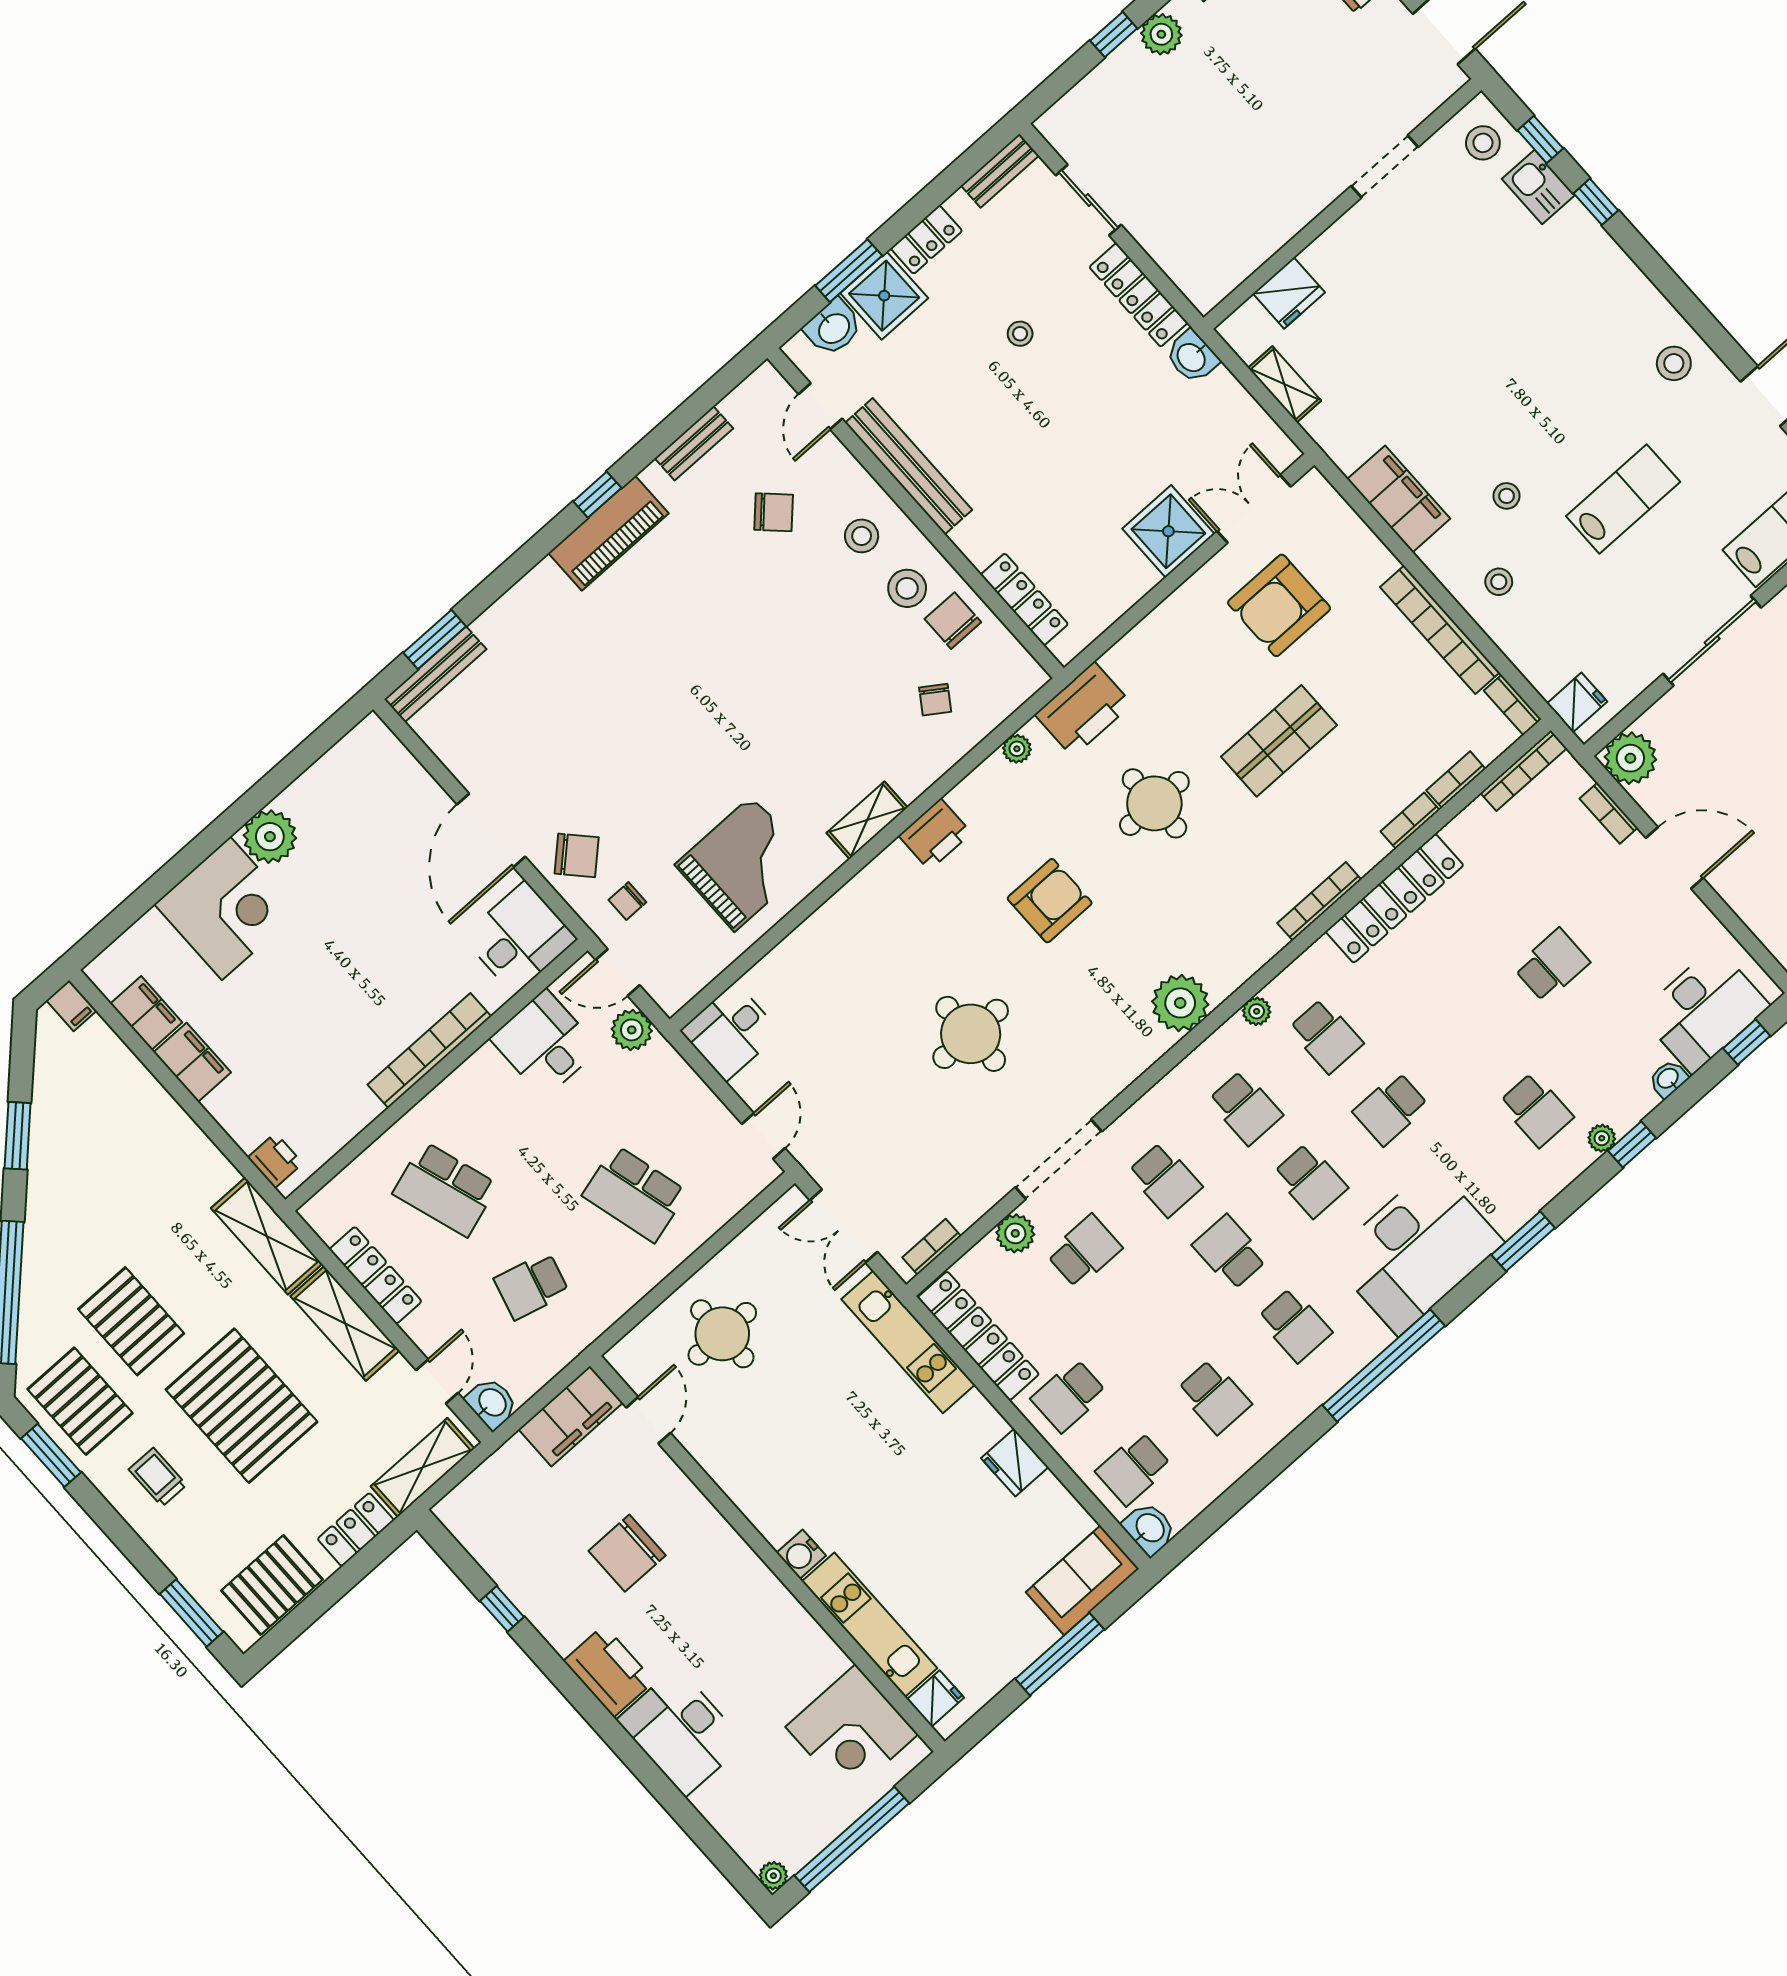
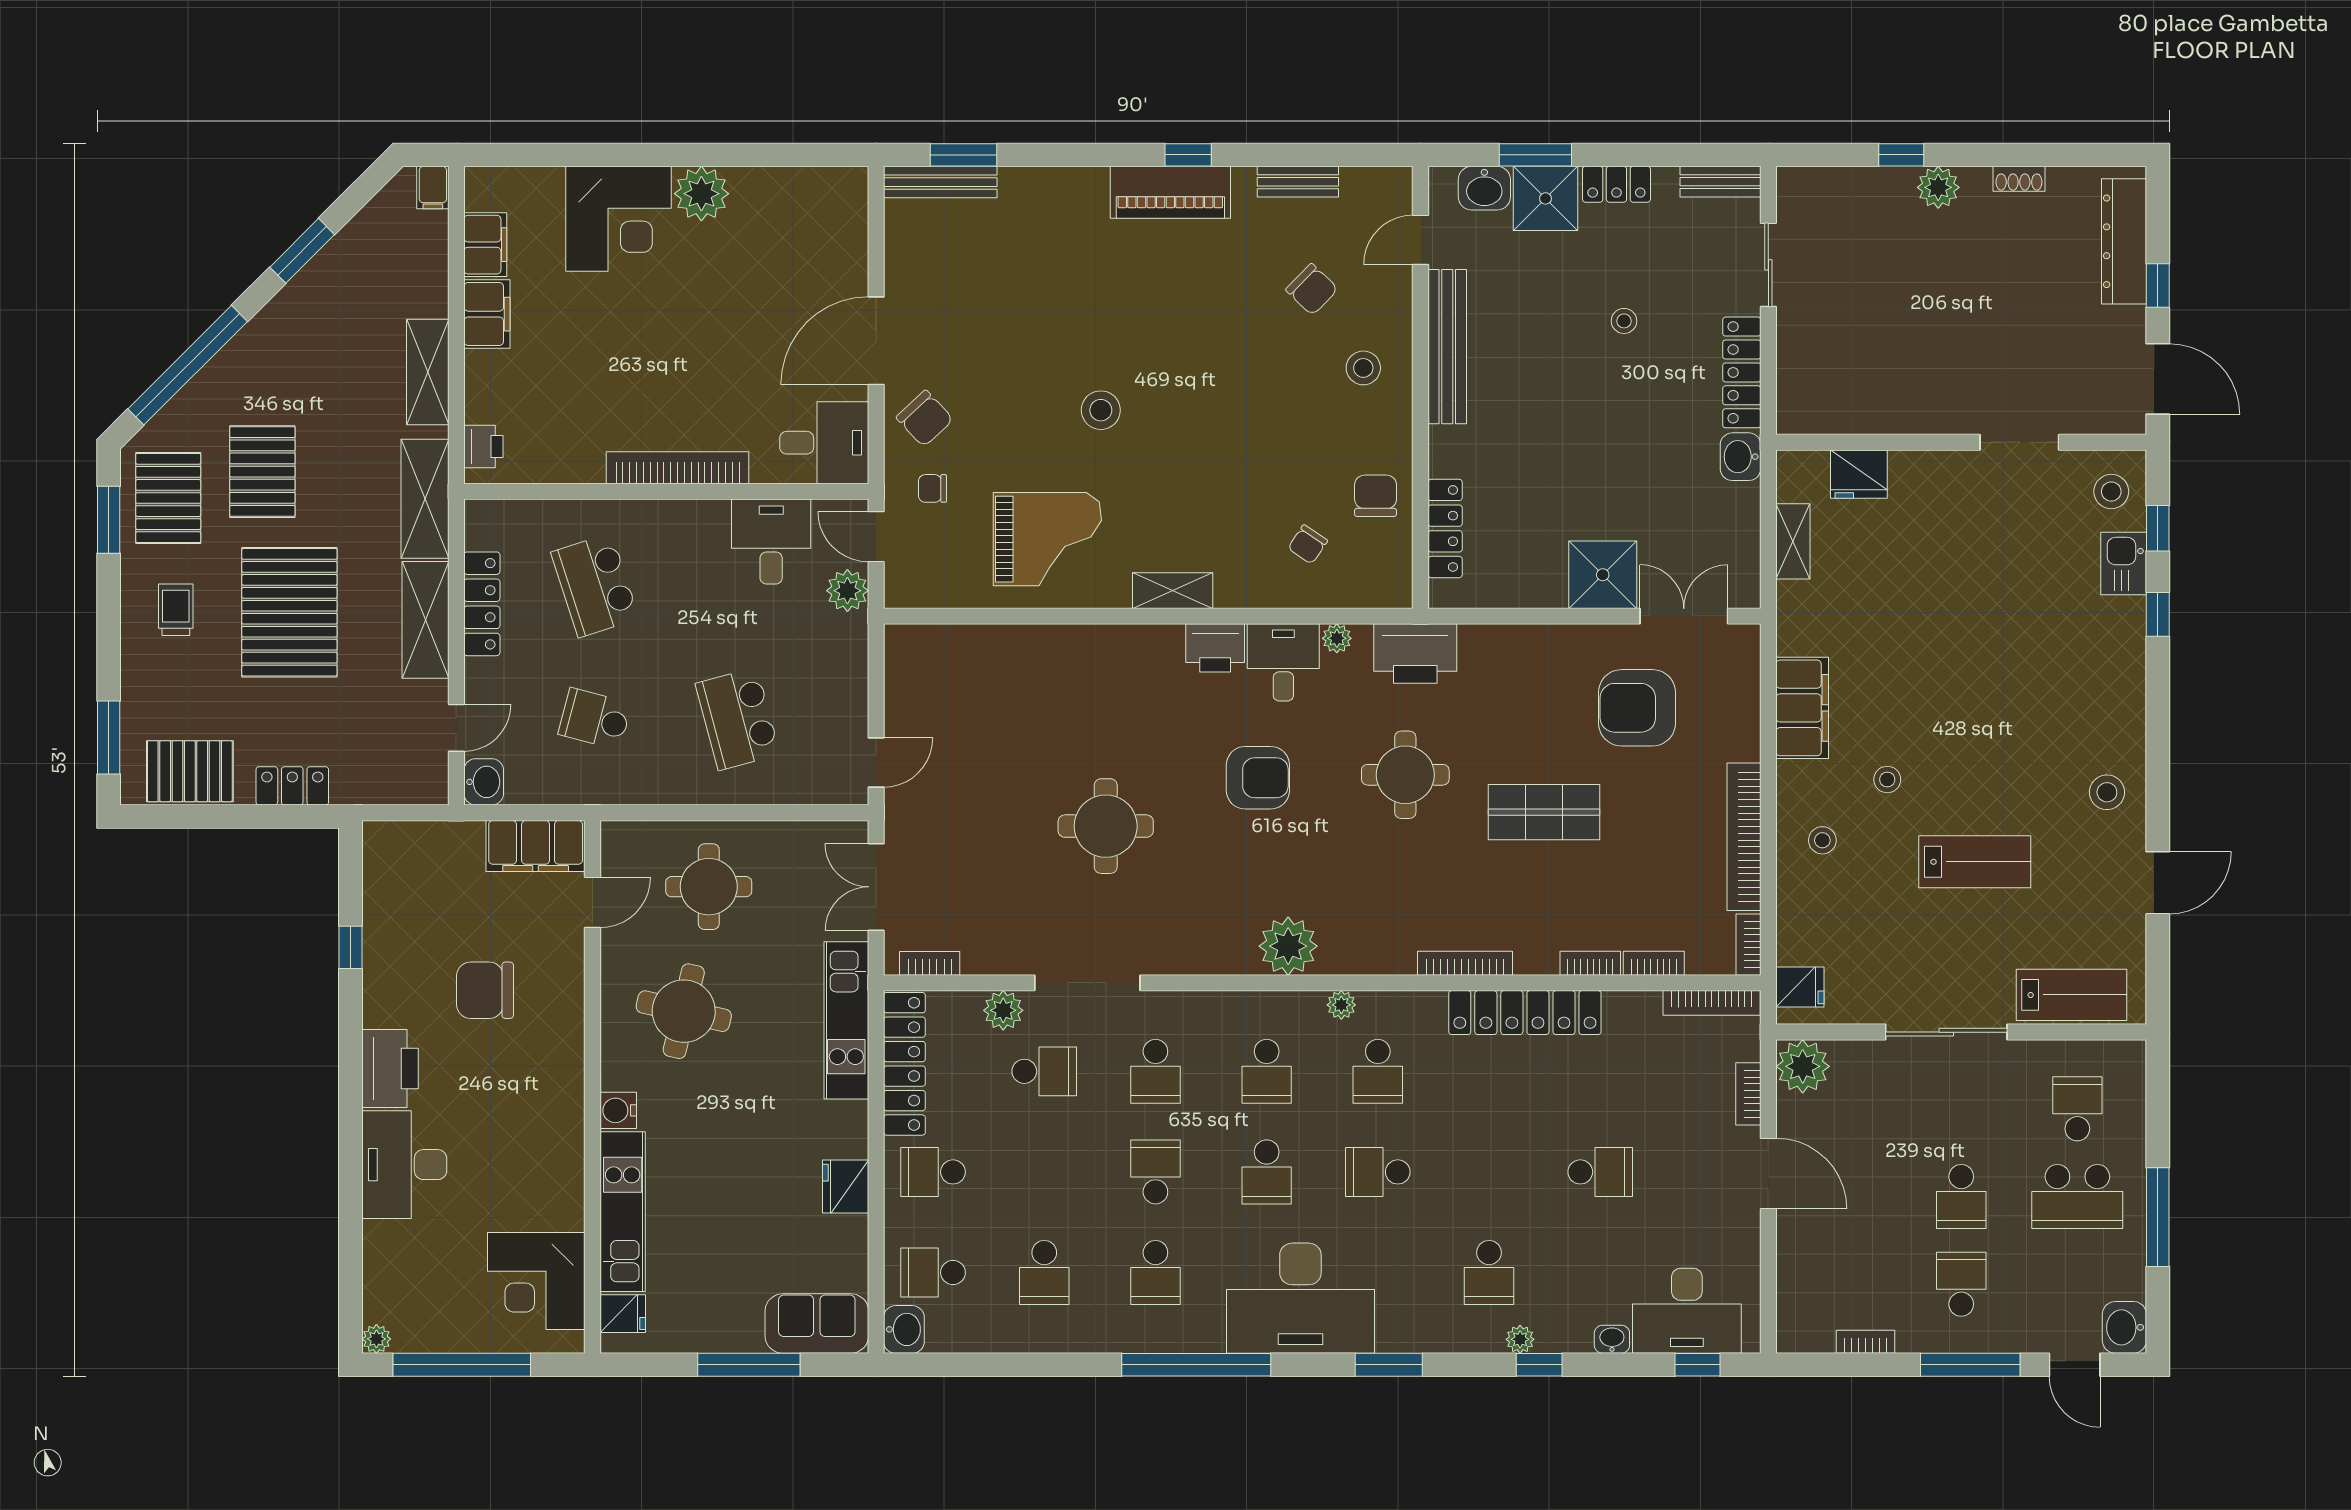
stool: (907, 588) -> (1101, 410), moved
desk: (730, 1032) -> (1283, 662), moved, turned 90
round table: (784, 1440) -> (684, 1011), added
shelving: (423, 1467) -> (428, 372), moved, turned 90

